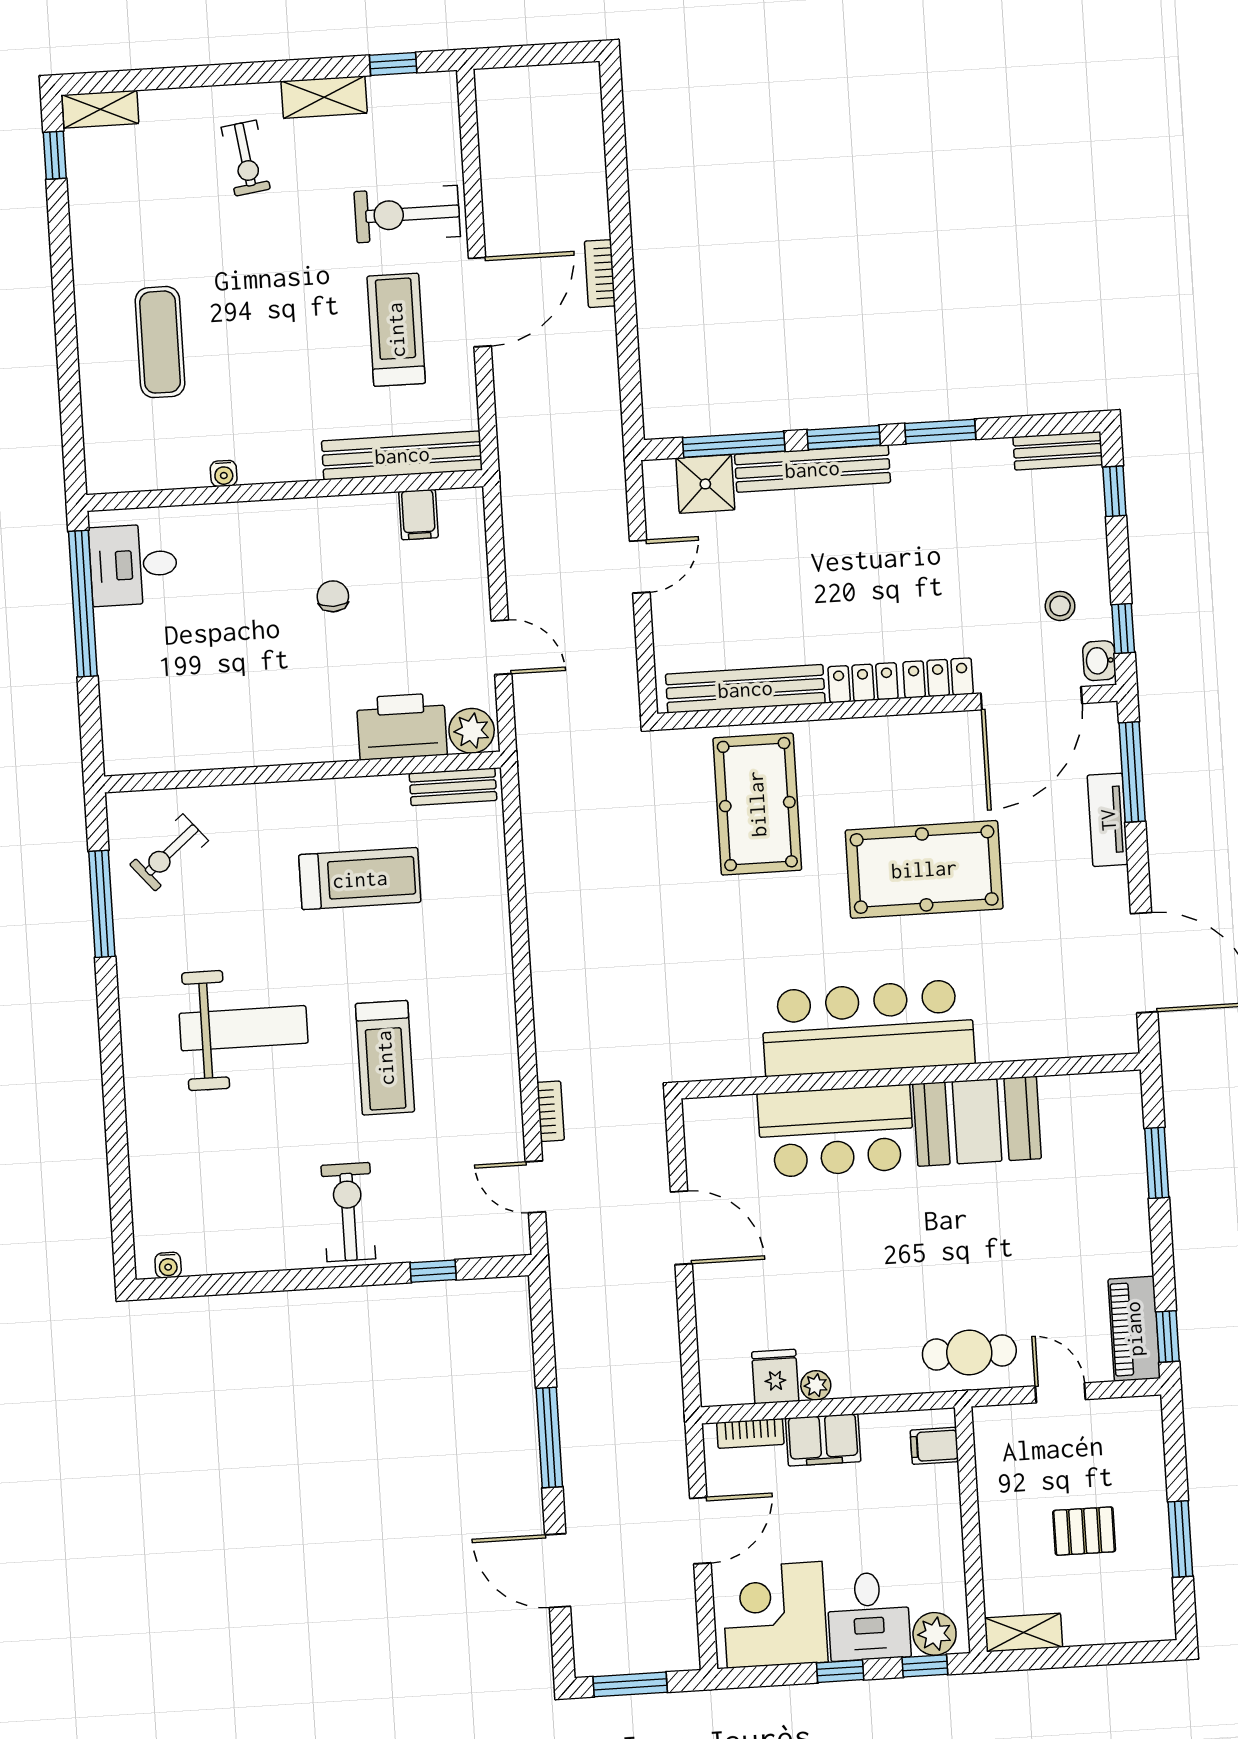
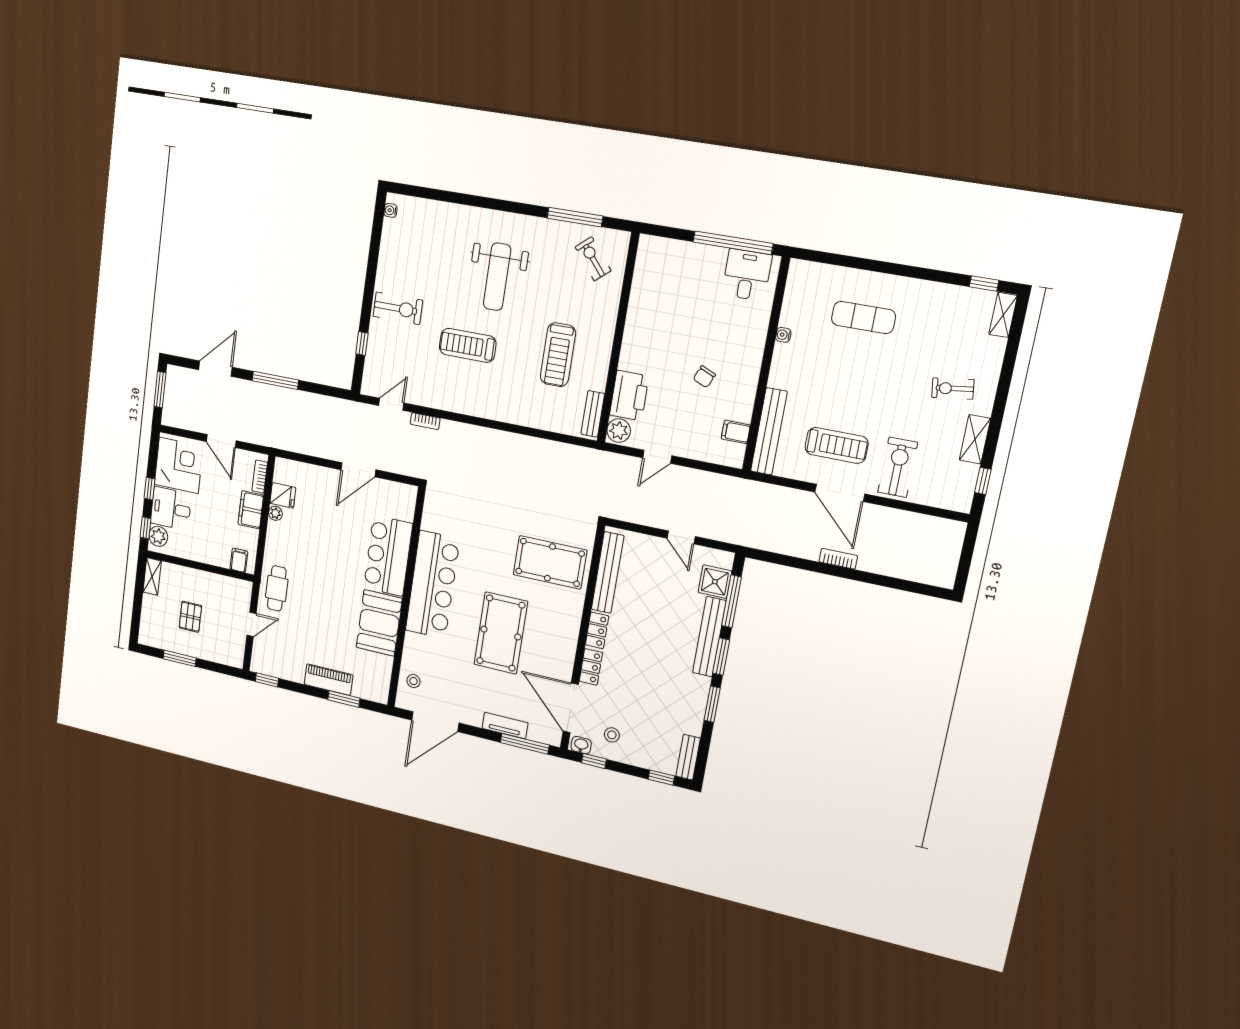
chair: (333, 596) -> (704, 377), turned 113
stool: (1075, 1025) -> (413, 681), added
piano: (1134, 1329) -> (329, 680), moved

